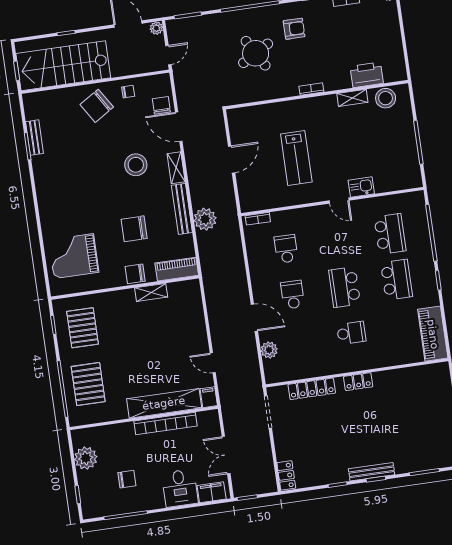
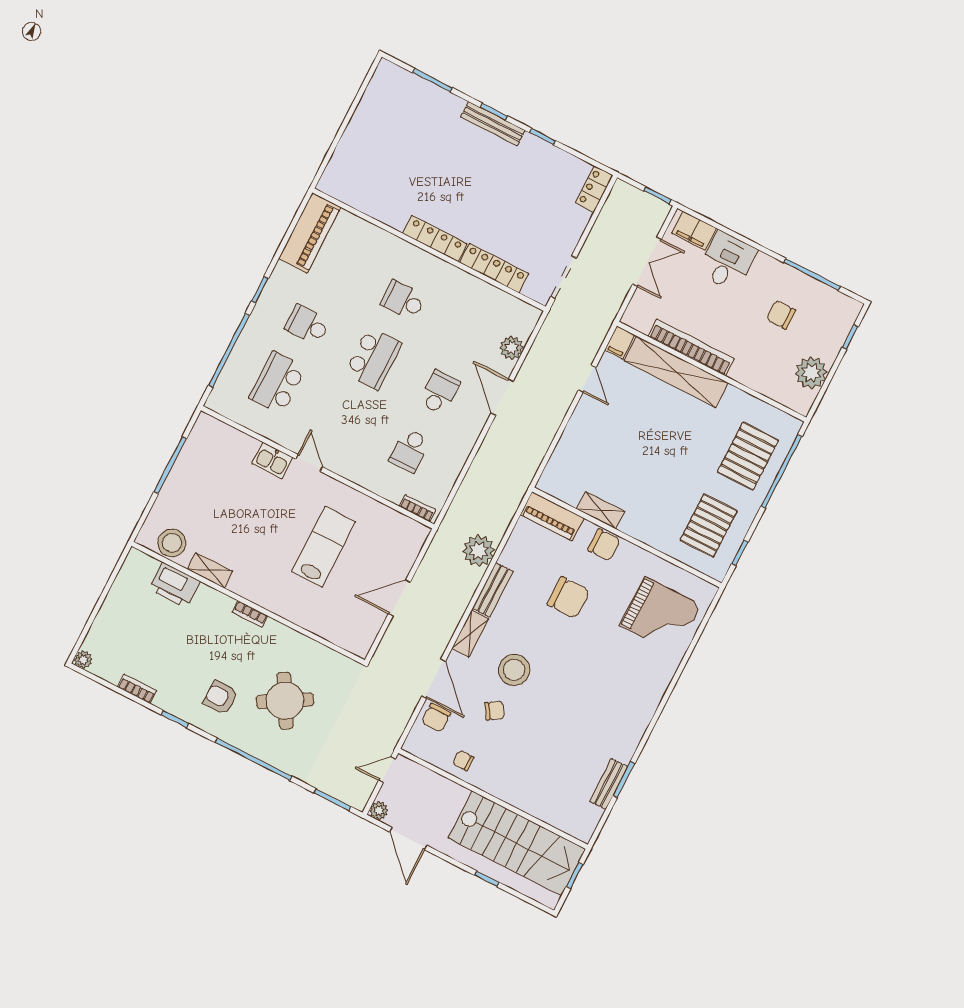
chair: (97, 106) -> (494, 711), moved, width x0.54, depth x0.54
bench: (182, 209) -> (493, 590), width x0.73
school desk: (397, 280) -> (307, 325), width x0.54
school desk: (293, 295) -> (439, 392), turned 180
locker: (358, 382) -> (435, 239), width x1.53

